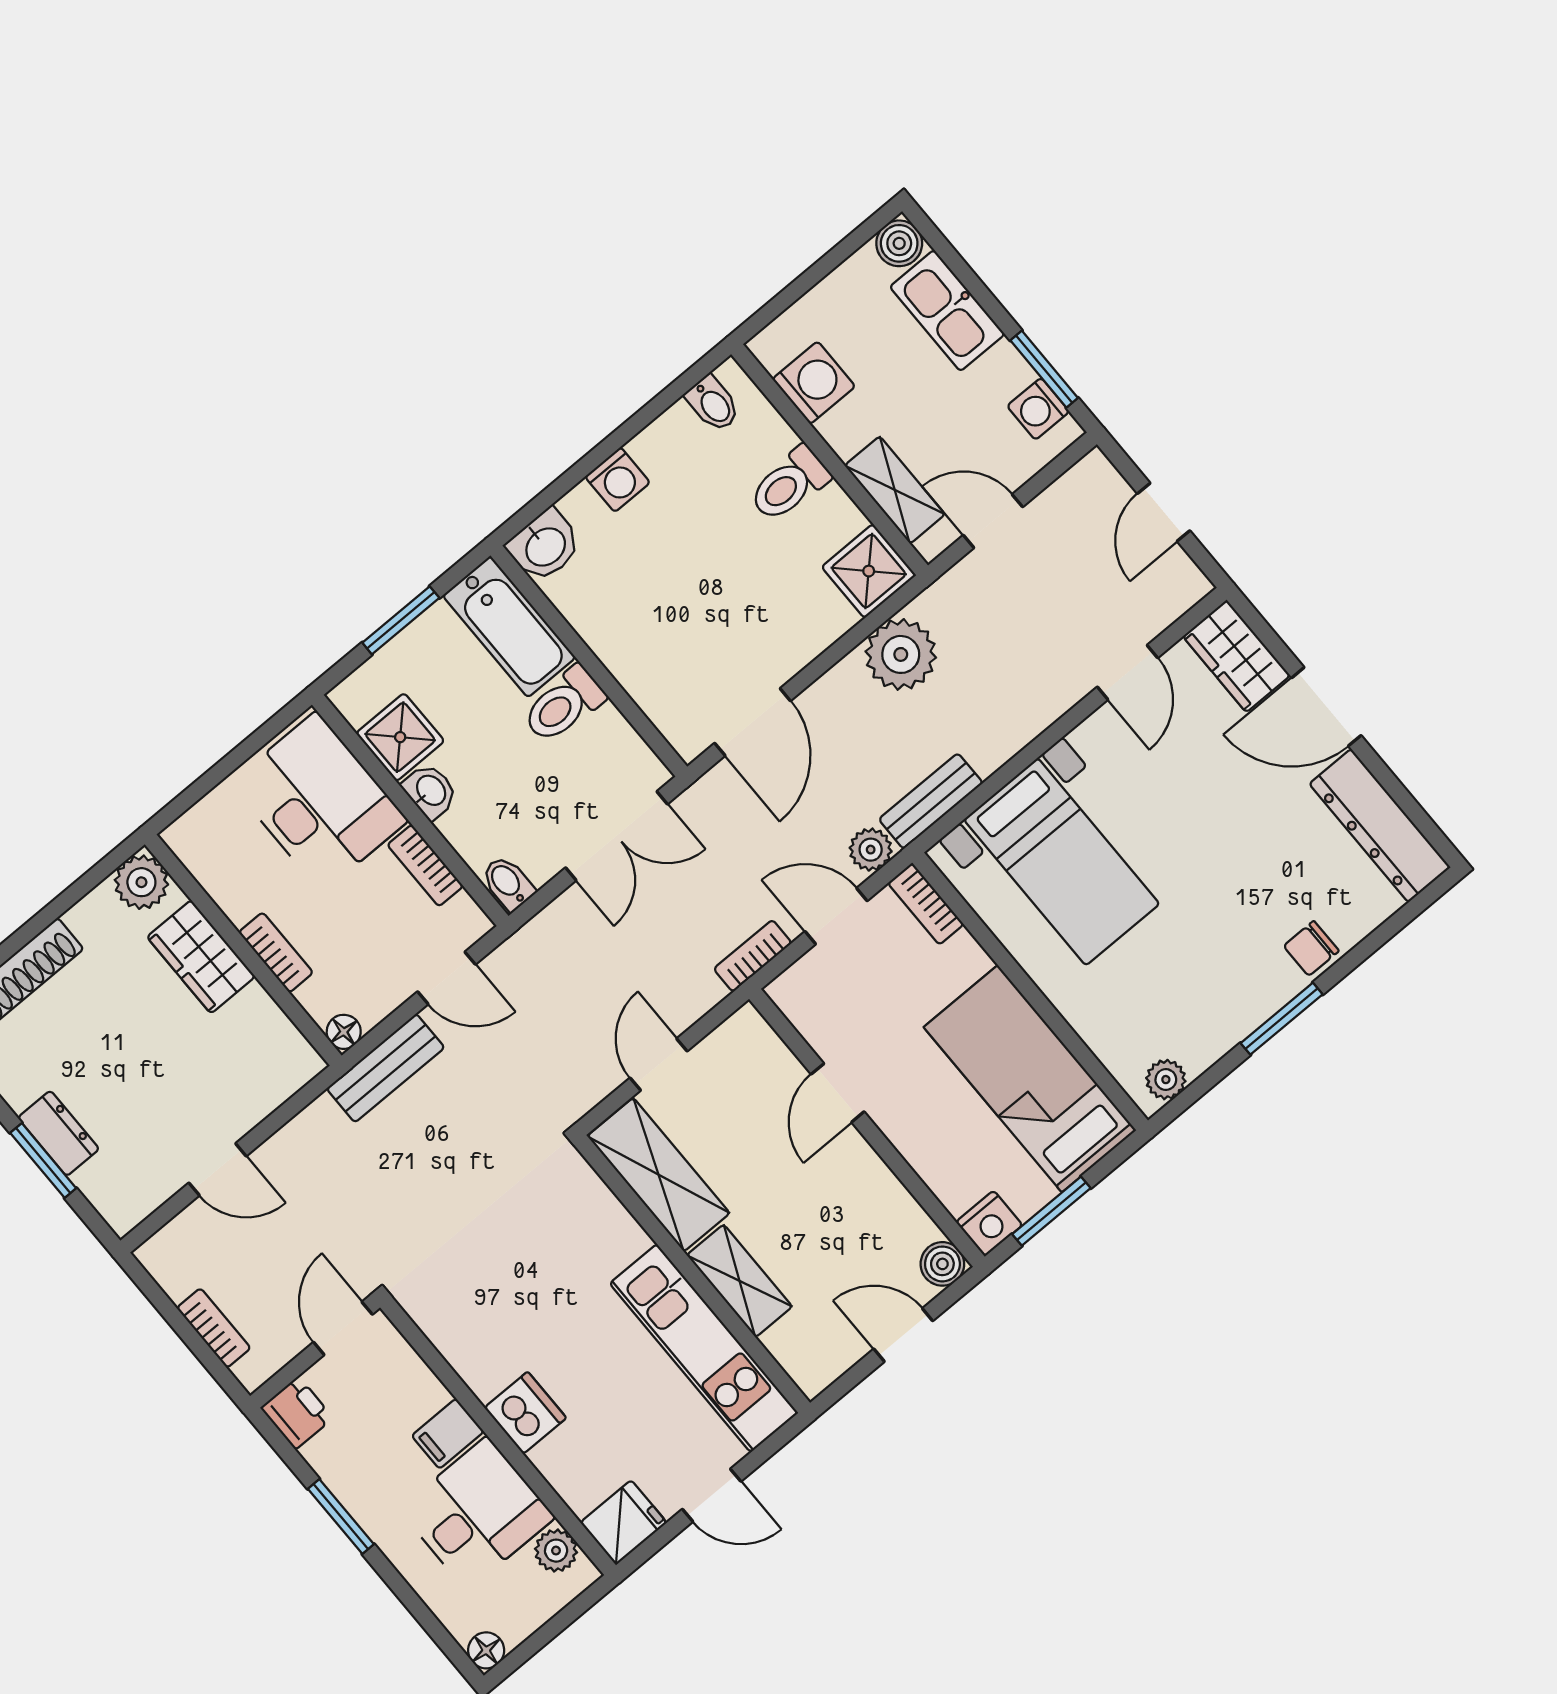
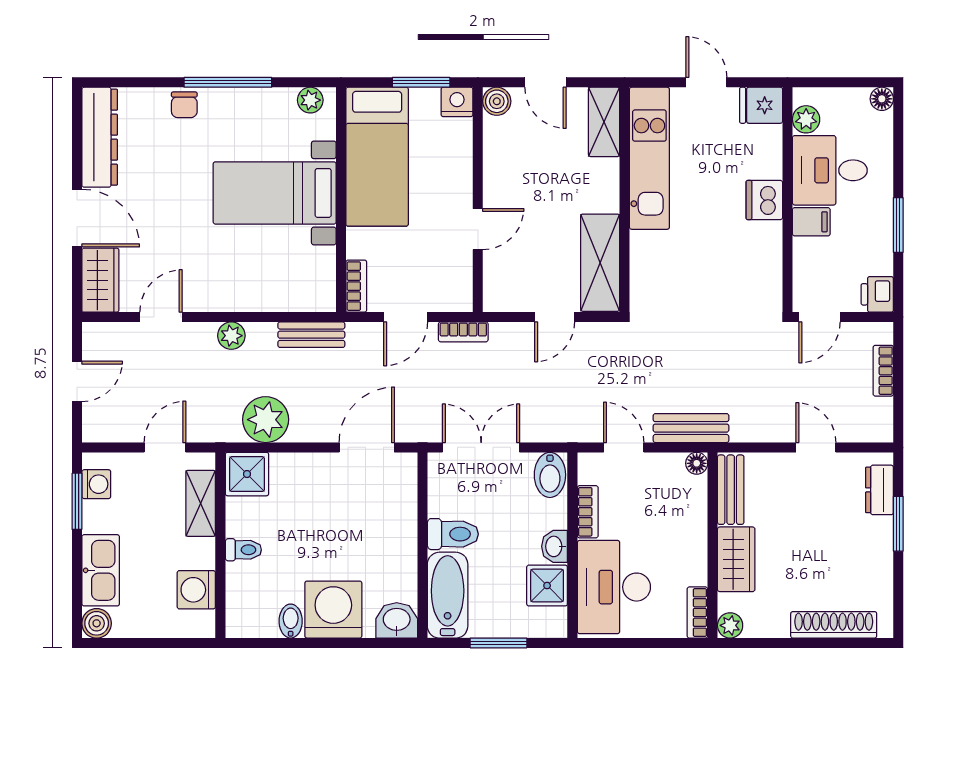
bidet: (713, 404) -> (291, 621), moved
washing machine: (617, 480) -> (333, 610), width x1.89, depth x1.89
toilet: (789, 484) -> (243, 550), width x0.73, depth x0.72
door: (993, 521) -> (165, 447), swing flipped
plant: (871, 850) -> (231, 336), moved
bed with nightstands: (1062, 862) -> (275, 193), moved, turned -90
plant: (141, 882) -> (730, 625), width x0.73, depth x0.73
bidet: (508, 883) -> (550, 475), width x1.38, depth x1.36
door: (836, 916) -> (406, 317), hinge flipped
chair: (1311, 948) -> (184, 105), turned 90
bookcase: (276, 952) -> (697, 612), moved
window: (1282, 1019) -> (228, 82), width x1.44
bench: (277, 1034) -> (731, 490), added
dresser: (58, 1133) -> (880, 490), moved
shelving: (739, 1281) -> (604, 122), moved

